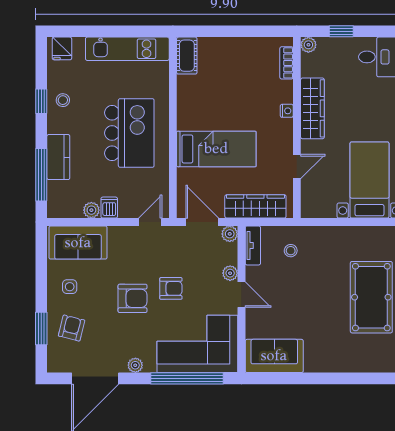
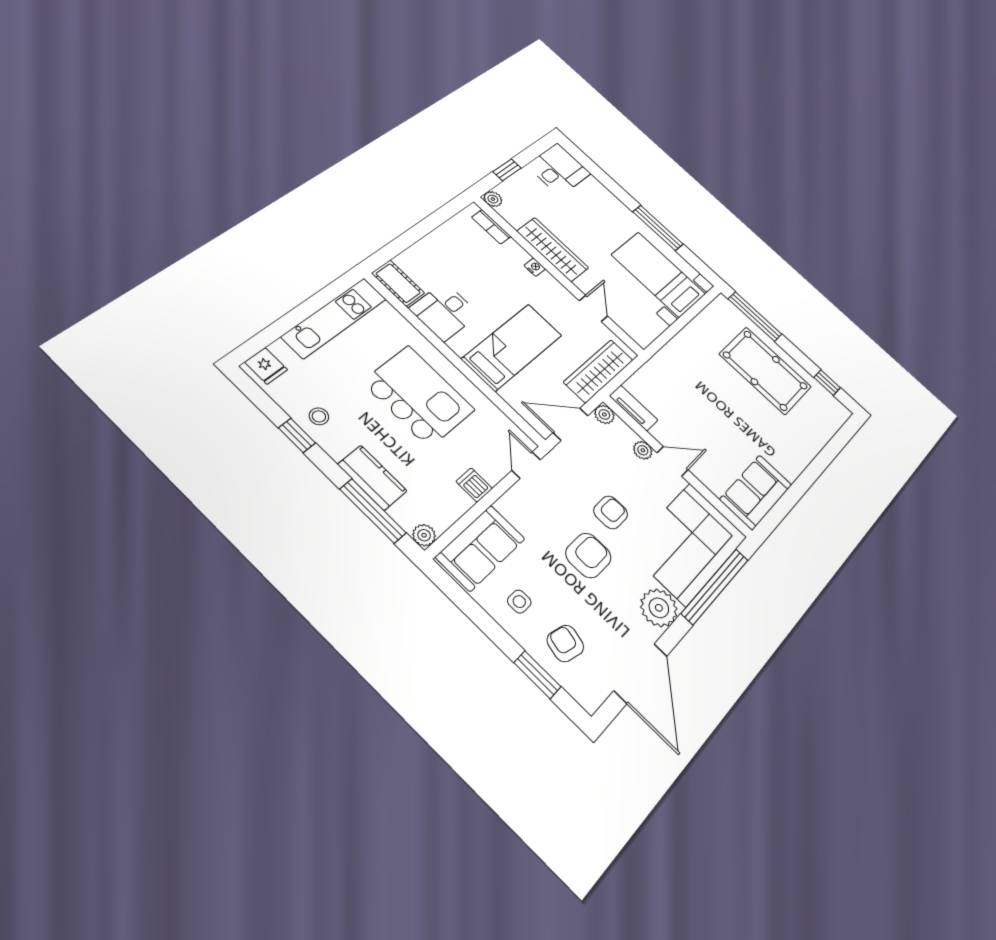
desk: (197, 95) -> (444, 311), added
plant: (91, 210) -> (424, 535), moved
stool: (291, 251) -> (667, 385), removed
plant: (135, 365) -> (659, 608), width x1.87, depth x1.87

